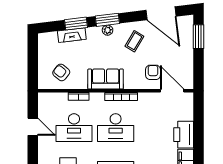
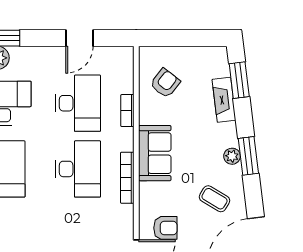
window: (76, 24) -> (239, 80), moved
desk: (74, 128) -> (78, 103), turned 180
desk: (116, 128) -> (78, 169), turned 180

